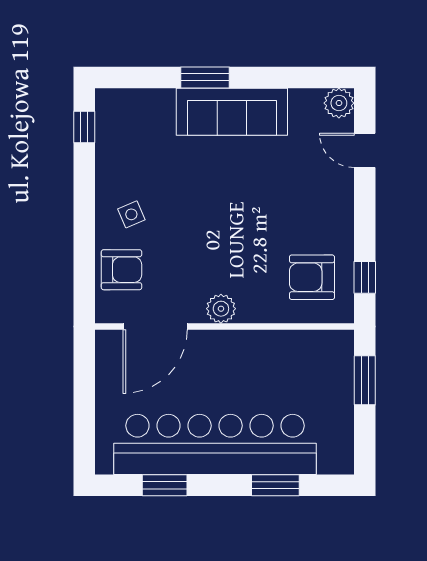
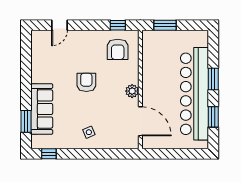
window: (205, 77) -> (26, 121), moved
plant: (339, 103) -> (38, 37), removed
sofa: (232, 112) -> (42, 109), moved
armchair: (121, 270) -> (86, 82), moved
window: (275, 485) -> (213, 79), moved

